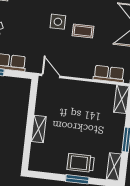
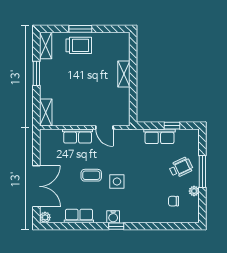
row of seats: (109, 74) -> (78, 136), moved
door: (51, 76) -> (104, 128), moved

